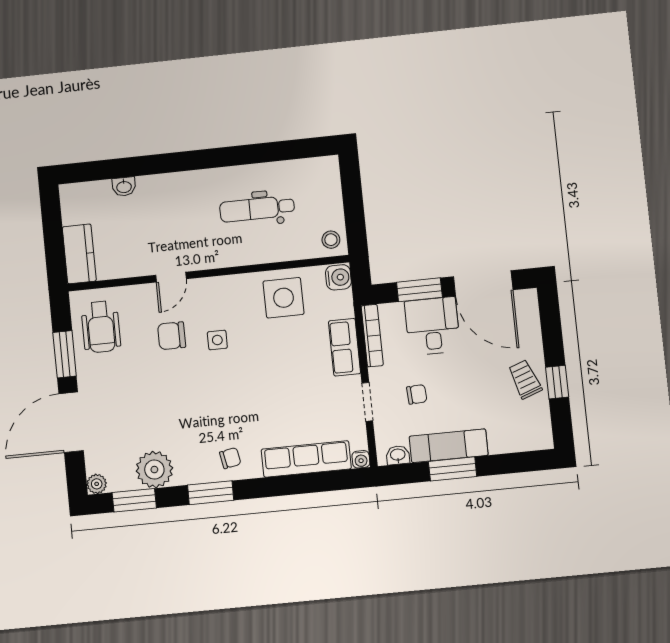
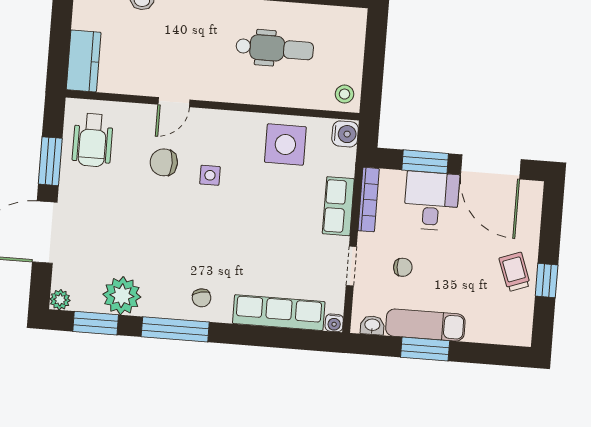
dental chair: (257, 209) -> (275, 48), turned 180
chair: (230, 458) -> (202, 298), turned 88
window: (211, 493) -> (175, 329), width x1.44

